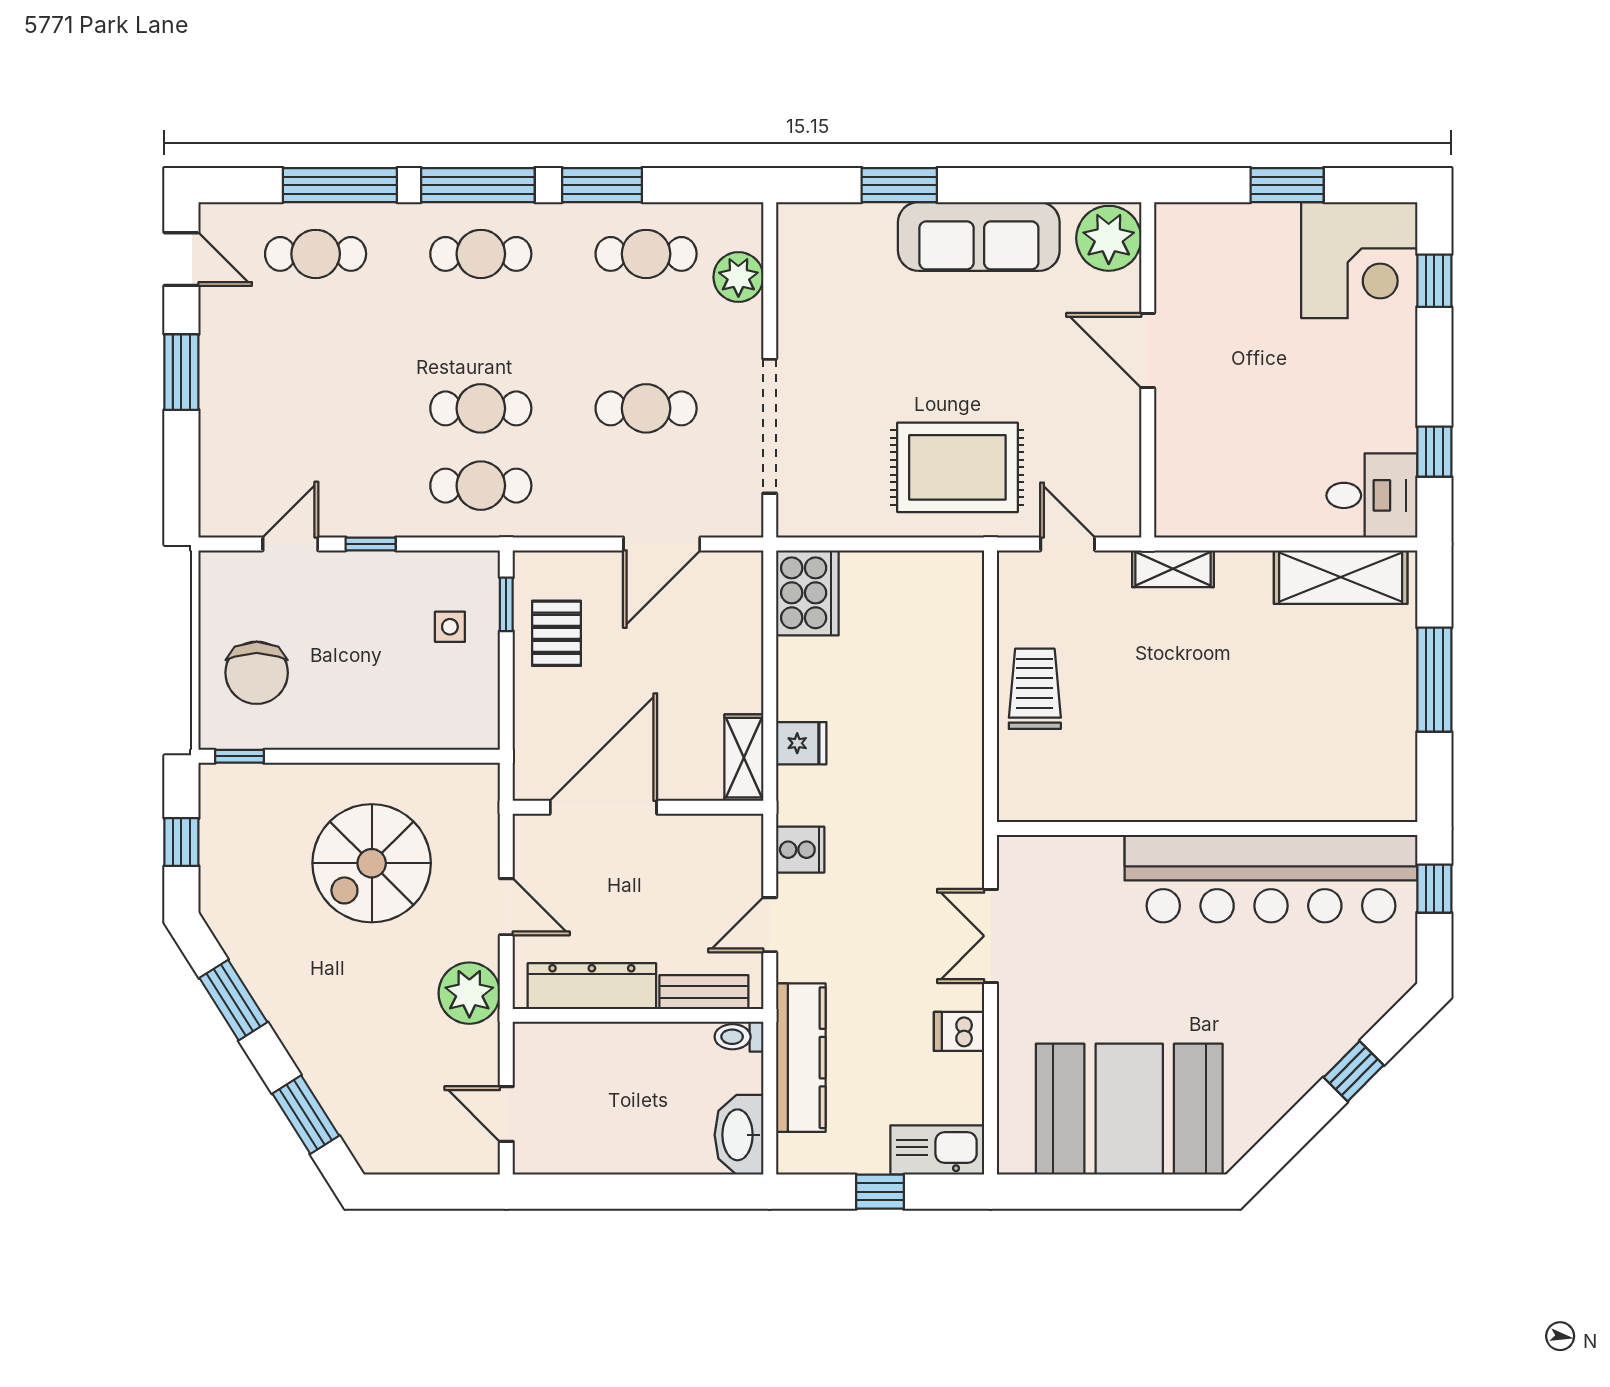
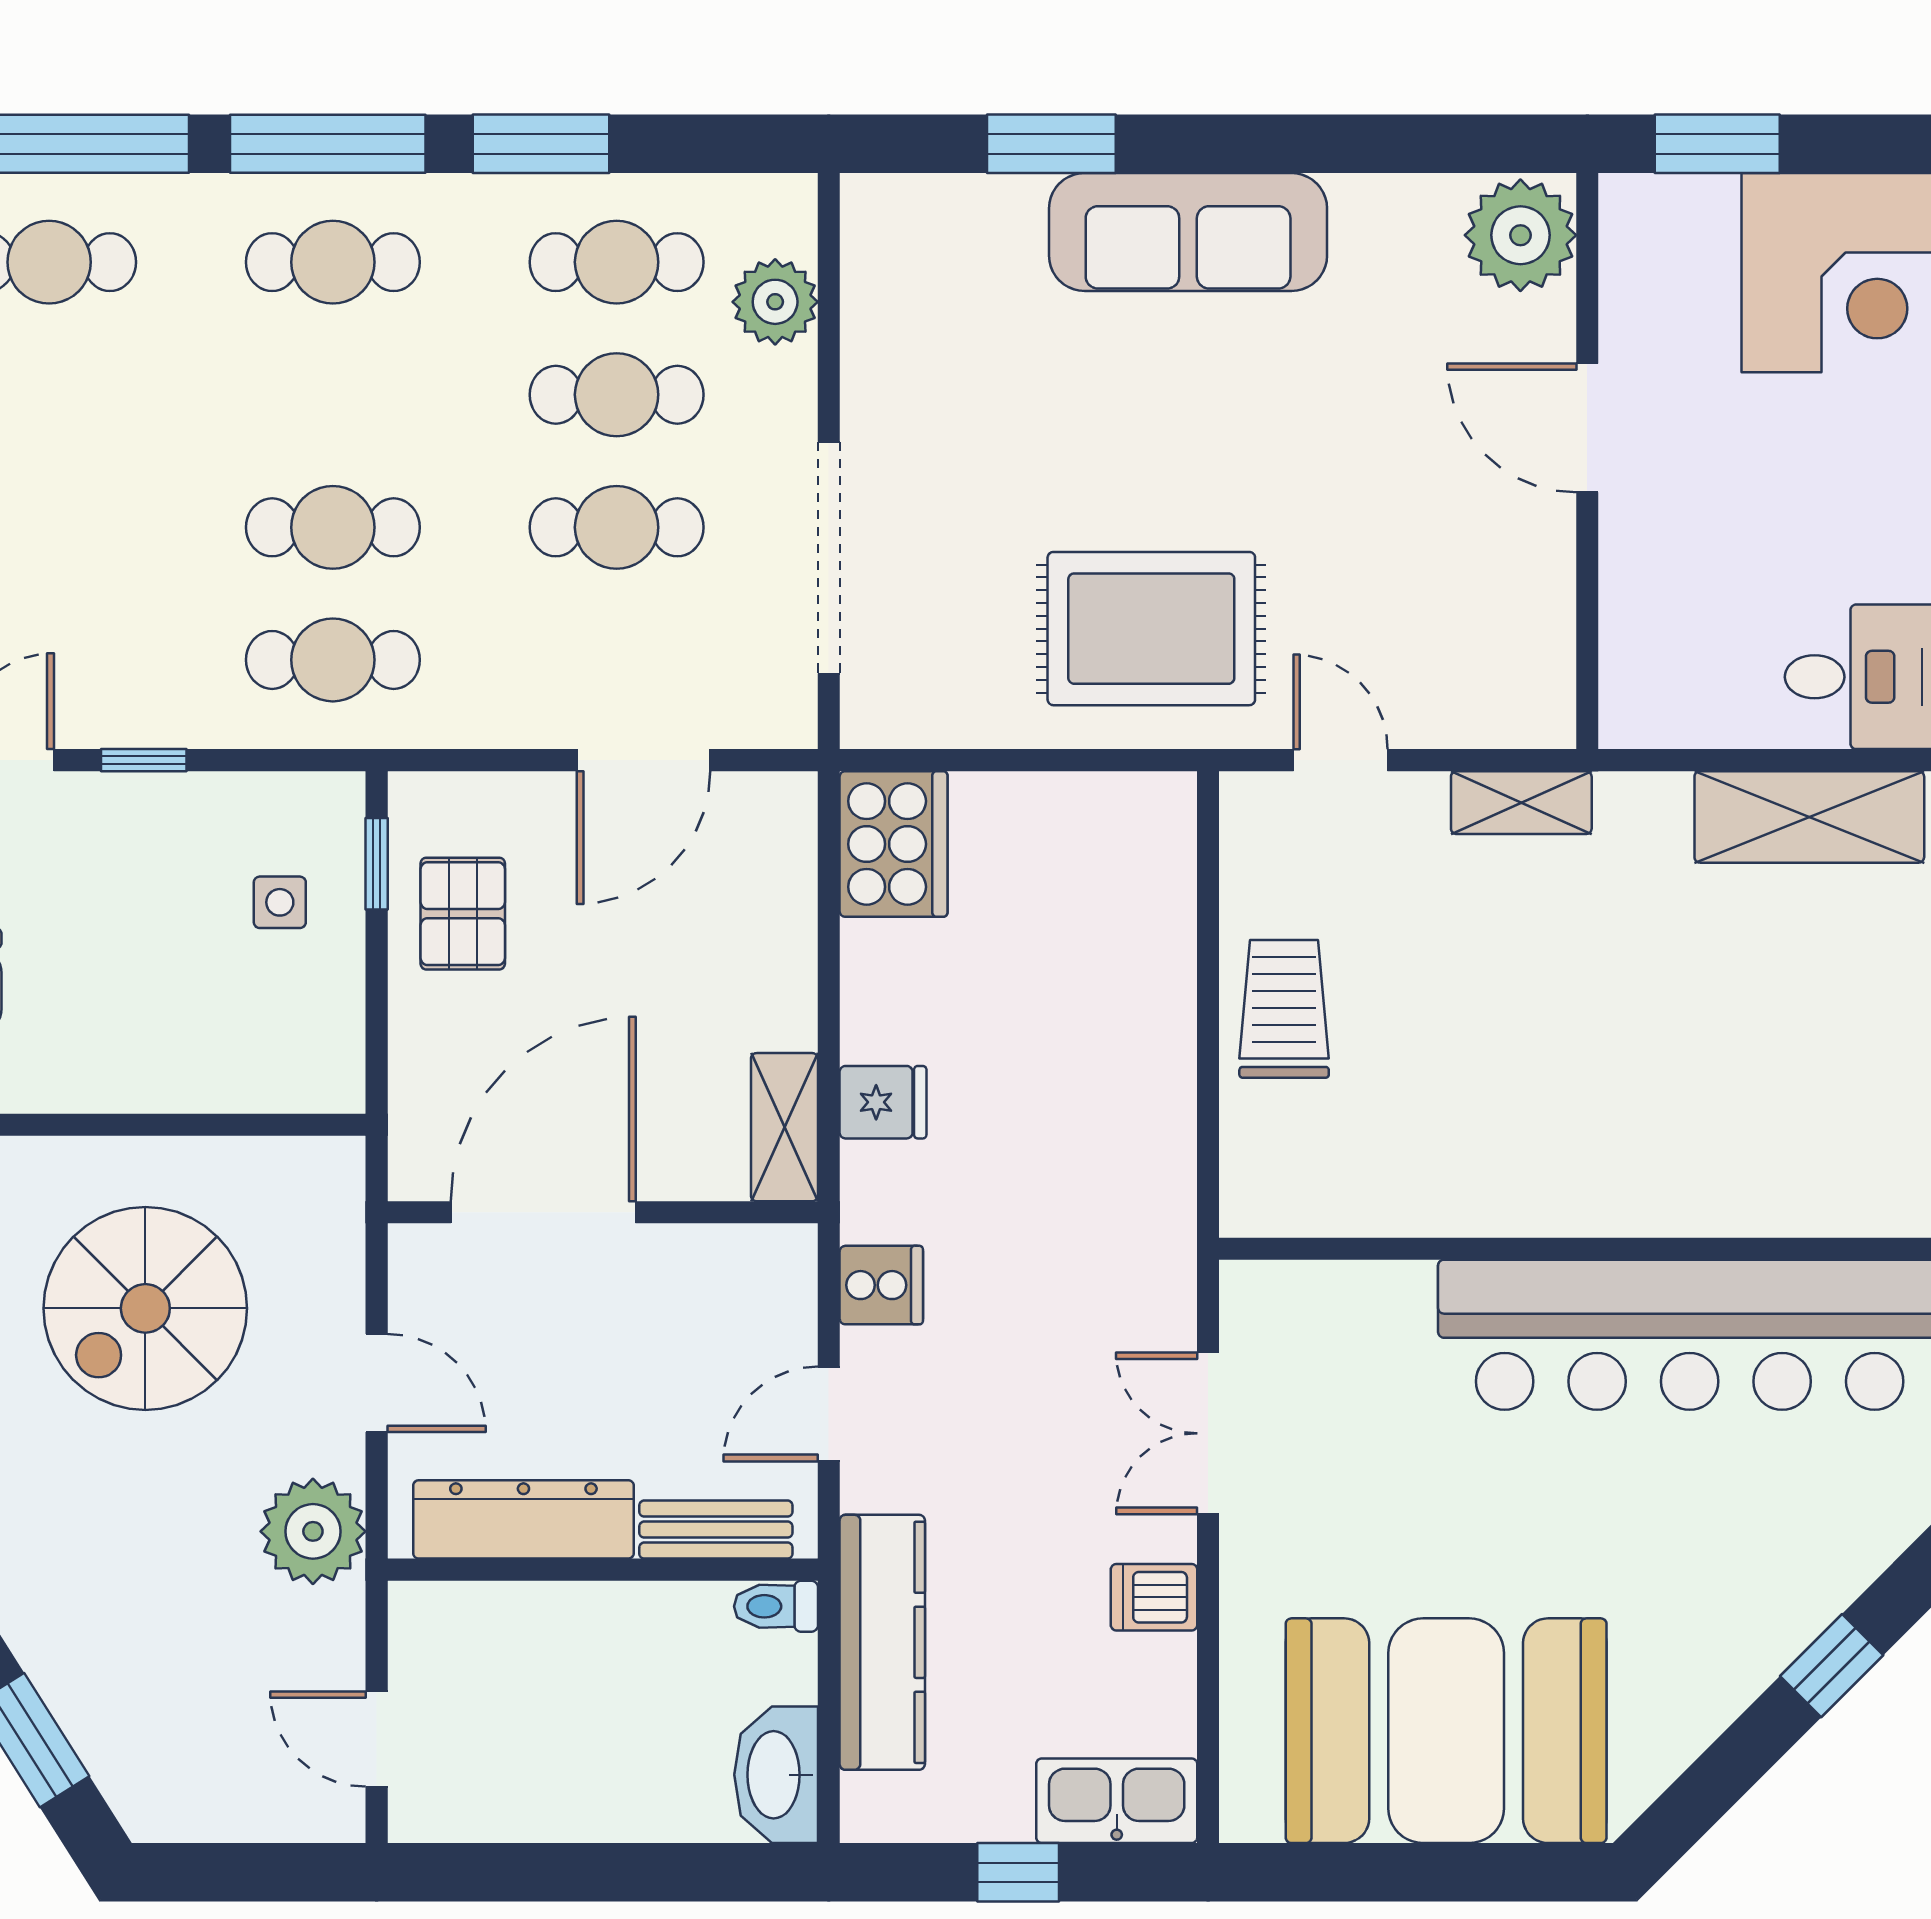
plant: (1109, 238) -> (1520, 235), moved
cafe table: (646, 331) -> (617, 395), added
door: (1148, 350) -> (1587, 428), moved
wall: (1148, 370) -> (1587, 461), moved

